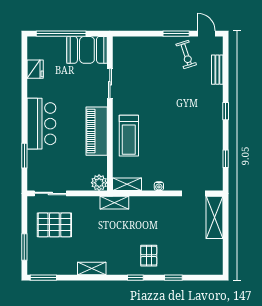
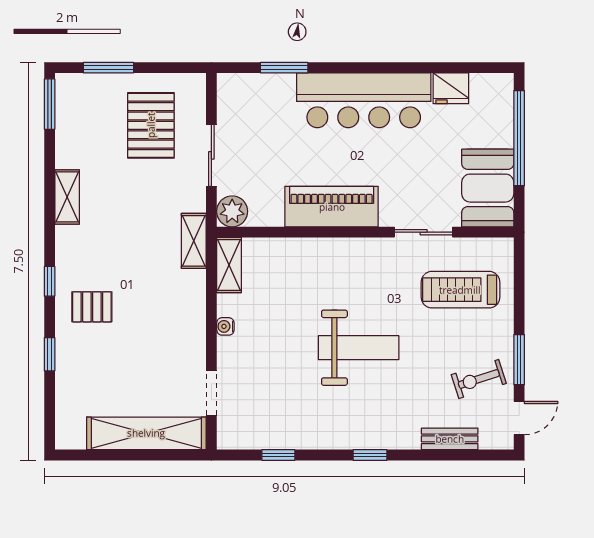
weight bench: (170, 117) -> (359, 348), added
bar counter: (41, 124) -> (364, 100), width x1.36
treadmill: (129, 136) -> (460, 290), moved
sliding door: (50, 193) -> (211, 155), moved
shelving: (214, 217) -> (146, 433), width x1.47

